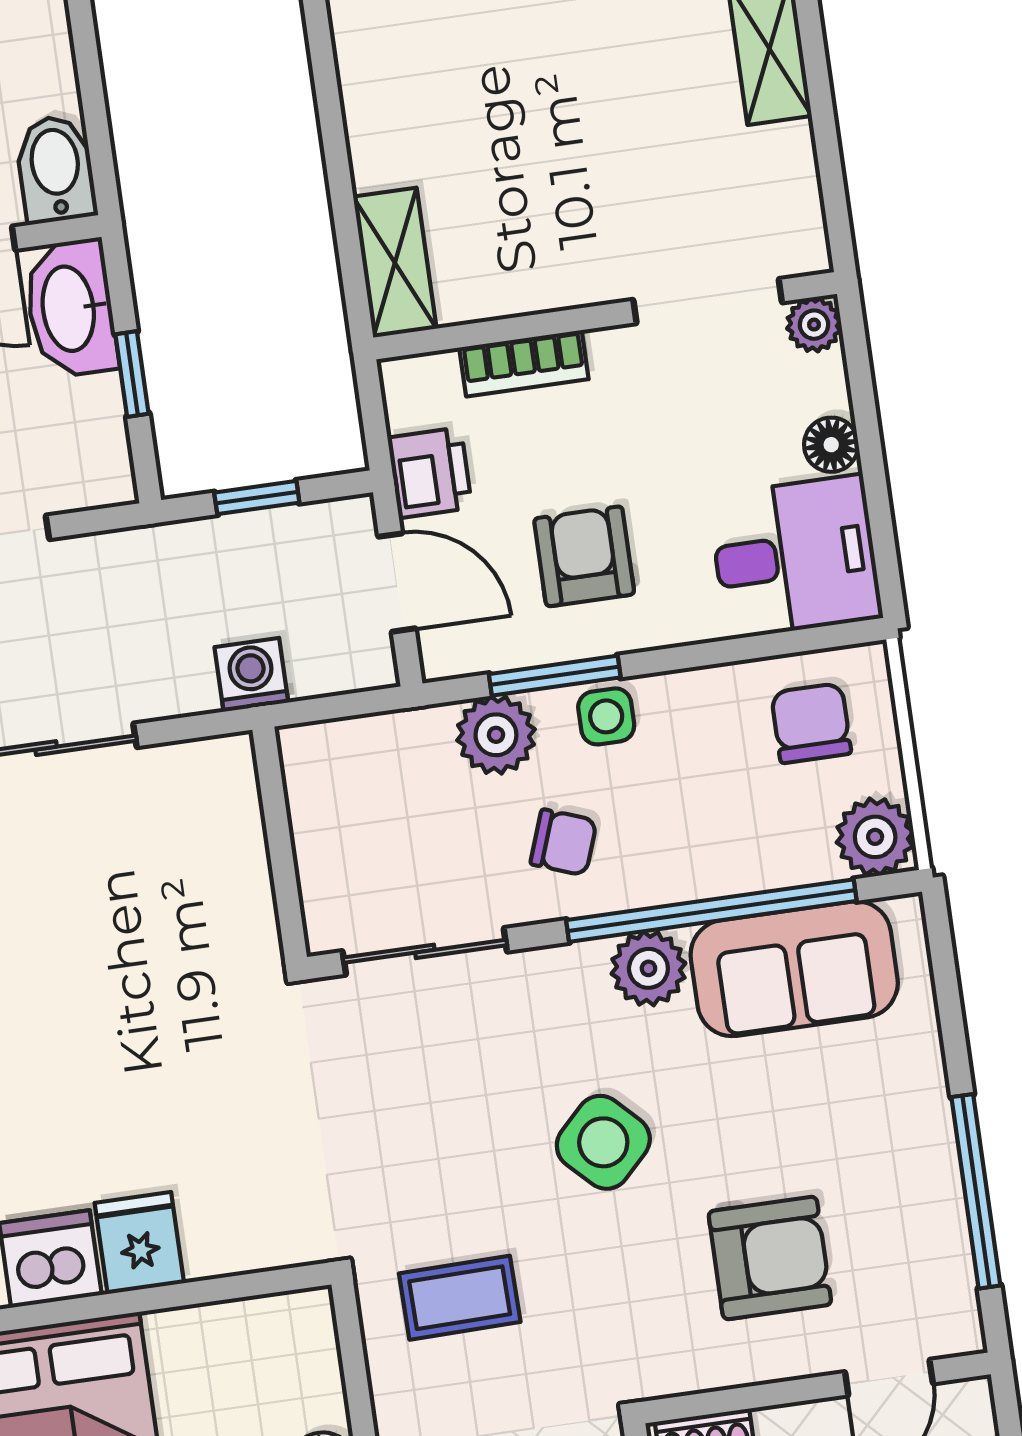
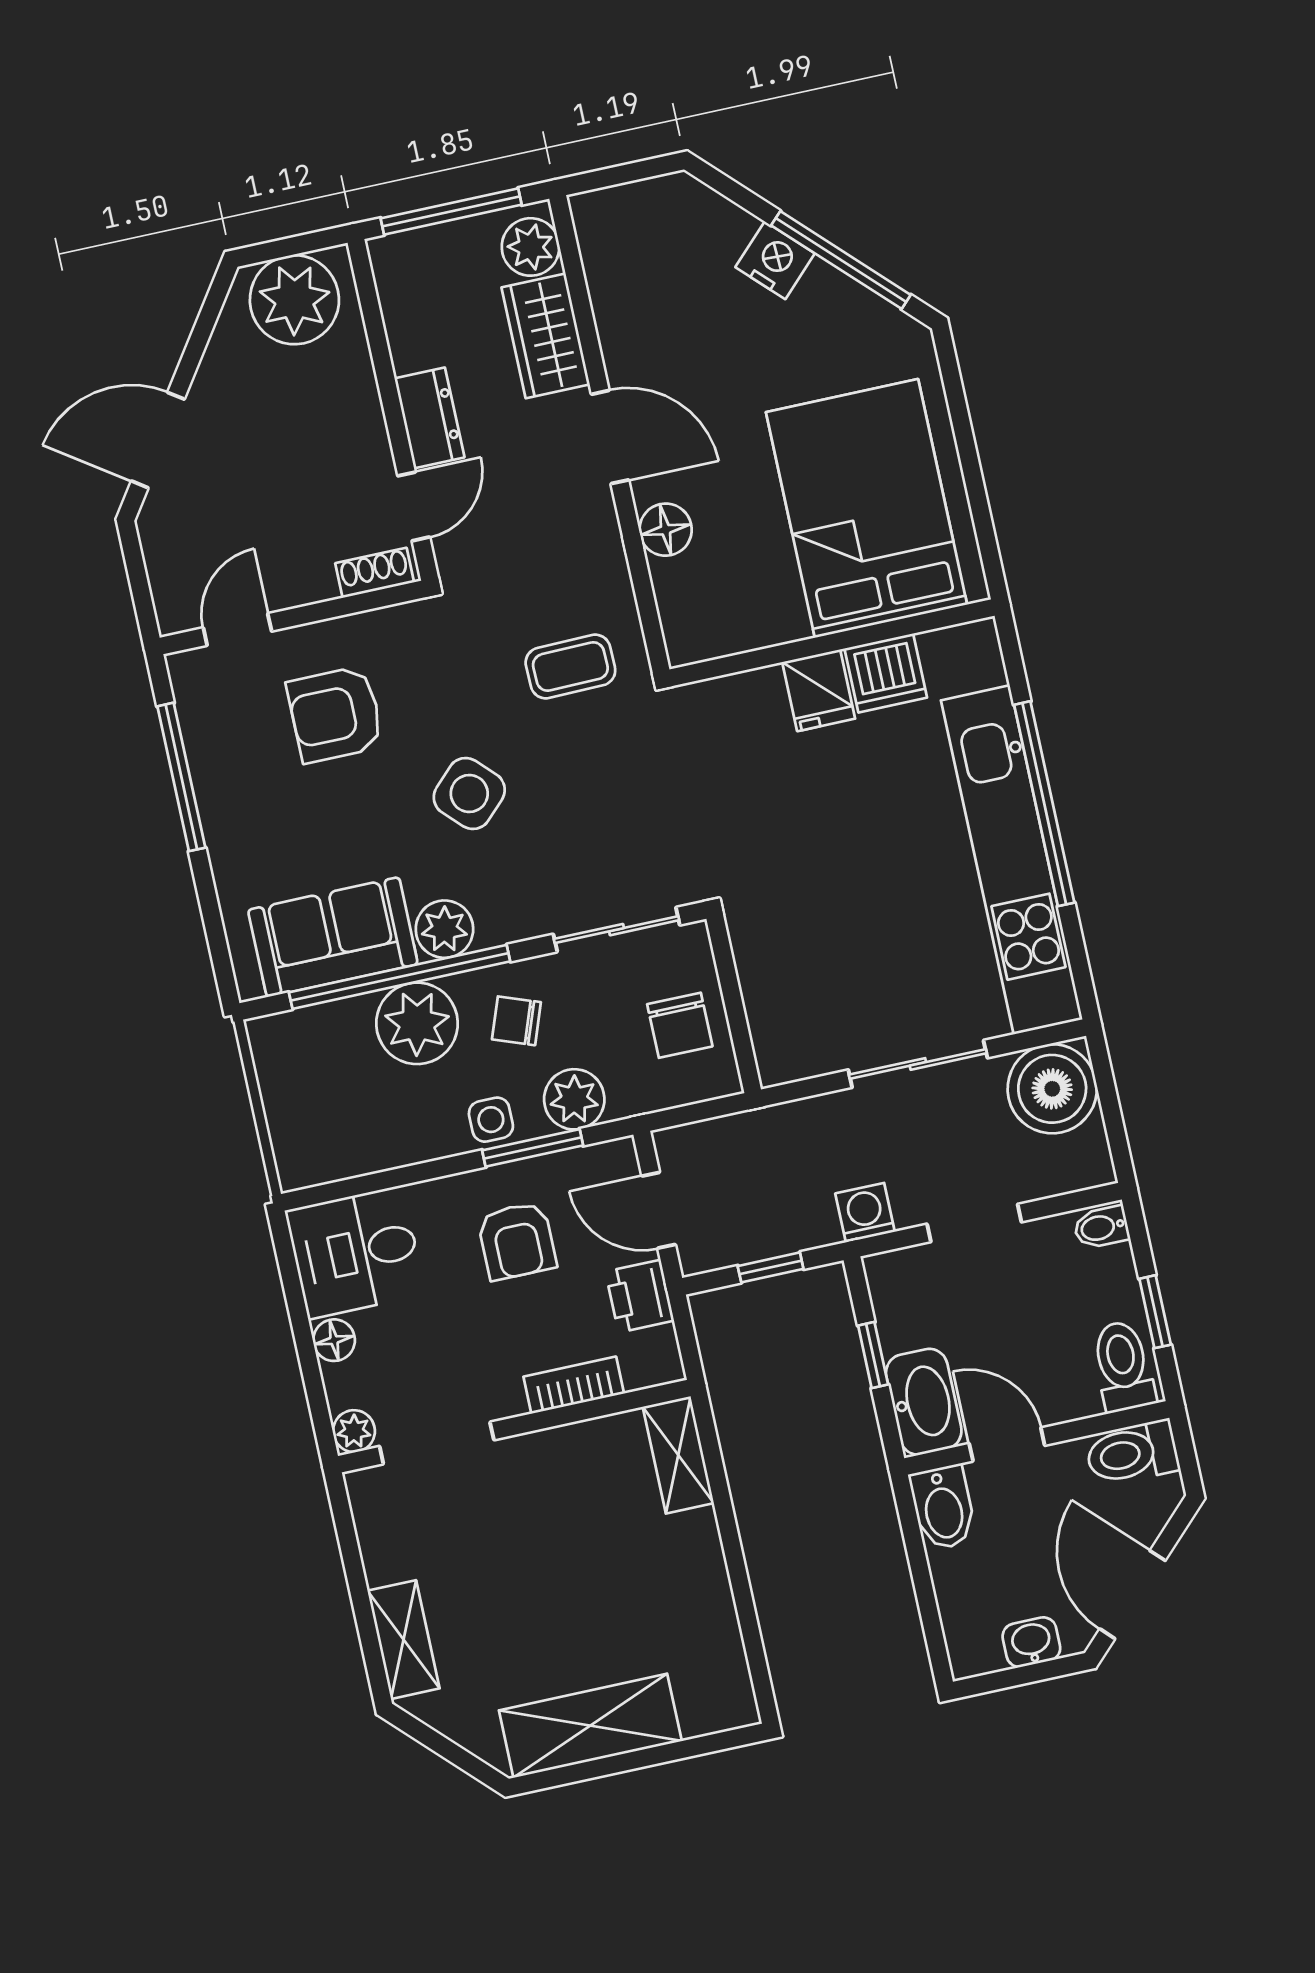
washing machine: (251, 675) -> (865, 1213), moved, turned 180
chair: (811, 723) -> (680, 1025), moved
plant: (875, 837) -> (417, 1023), moved, width x1.36, depth x1.36

